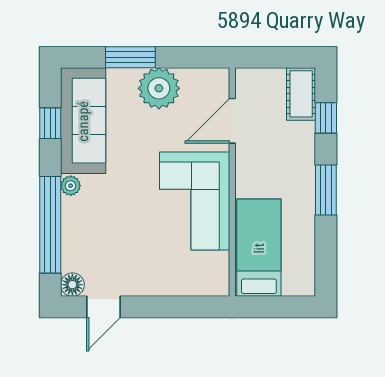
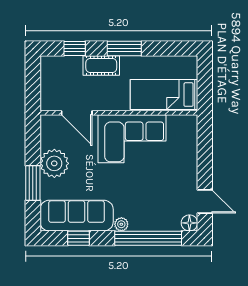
cot: (301, 94) -> (101, 65), moved

